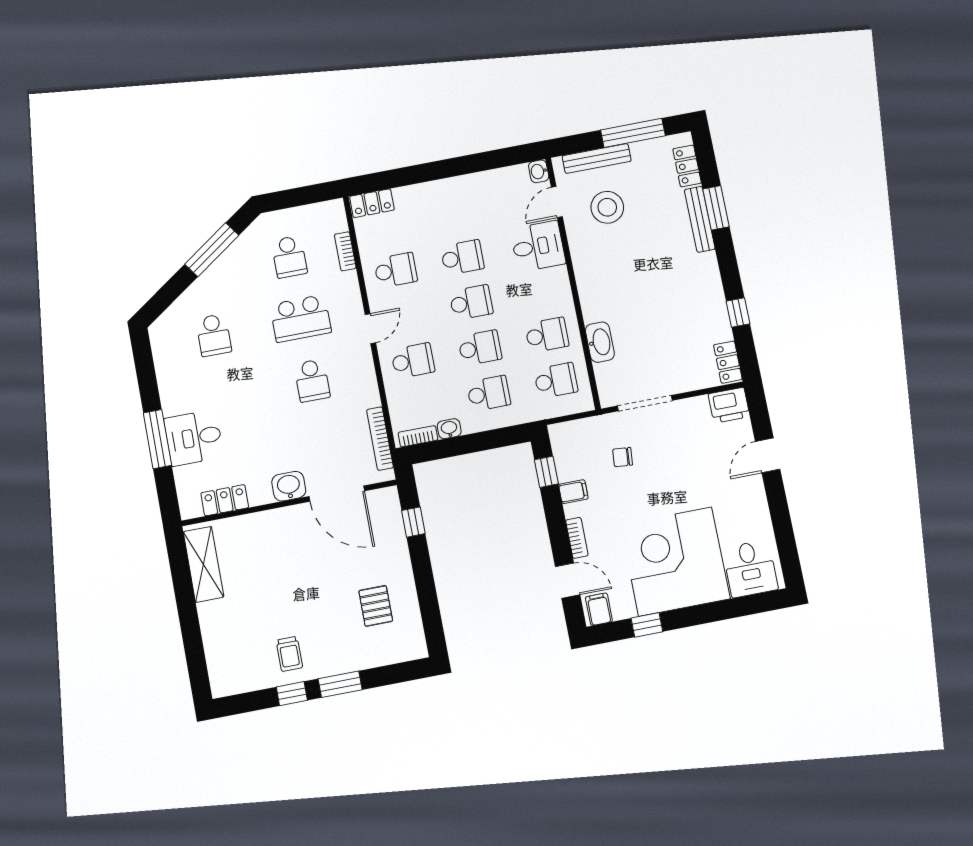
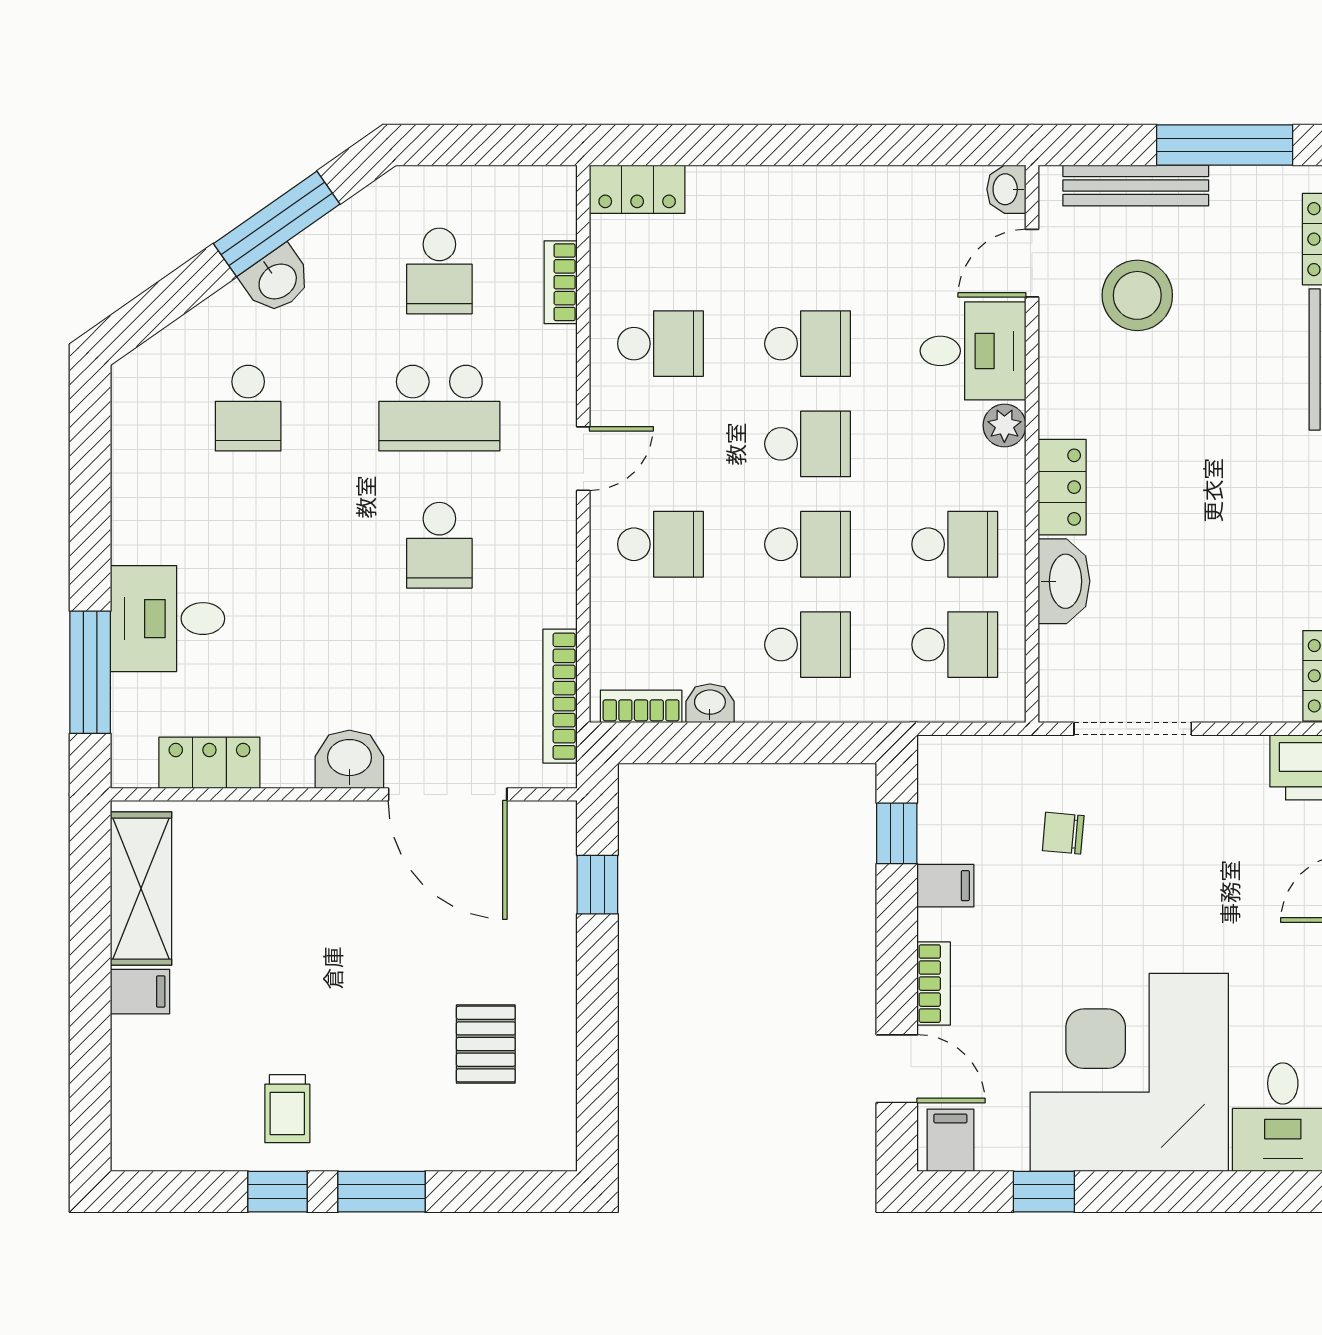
washbasin: (216, 275) -> (277, 280), added
plant: (559, 277) -> (1004, 425), added
locker: (591, 300) -> (1062, 487), added
window: (157, 439) -> (90, 672), moved
filing cabinet: (211, 612) -> (140, 992), added

